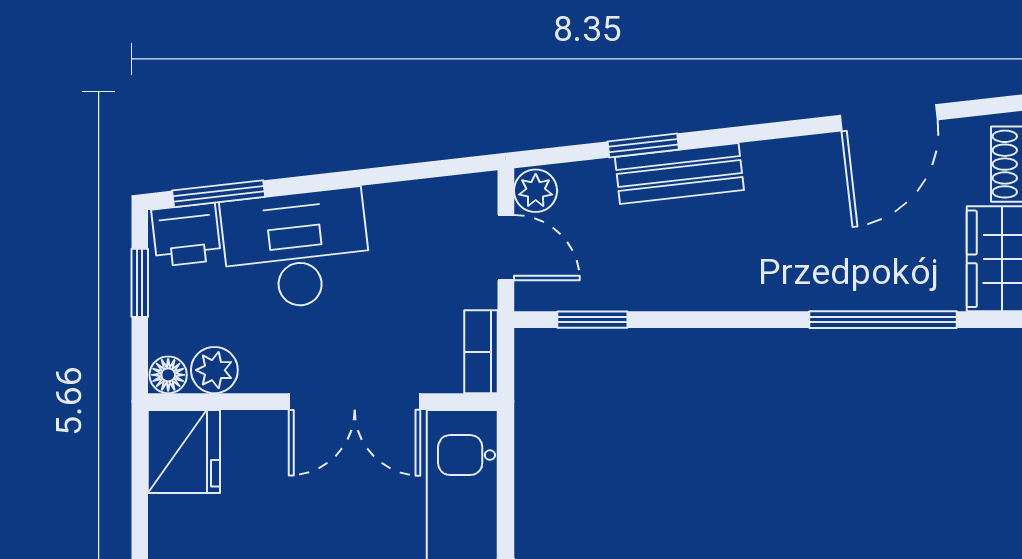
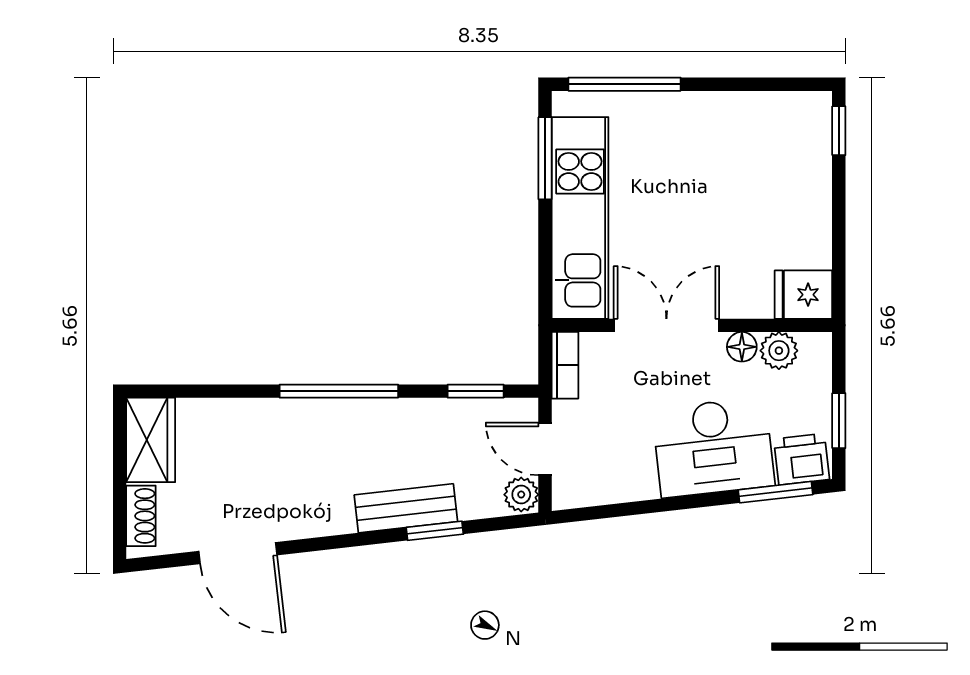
door: (889, 118) -> (238, 553), swing flipped
window: (883, 320) -> (339, 391), moved
floor lamp: (168, 375) -> (742, 347), moved
fridge: (184, 452) -> (803, 295), width x0.72

